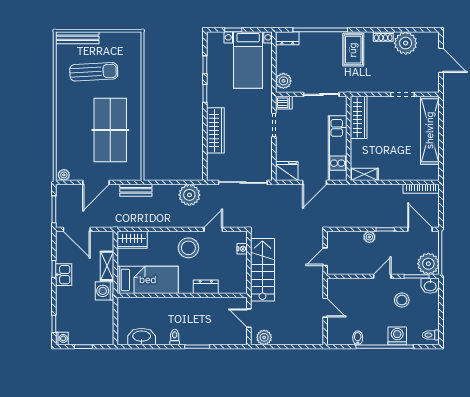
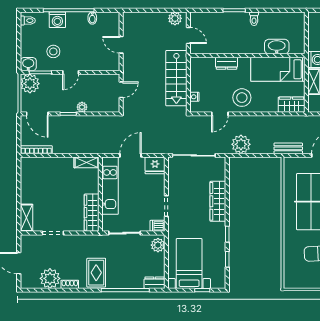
shelving: (430, 130) -> (26, 218), width x0.45, depth x0.75
washbasin: (142, 337) -> (277, 47), moved, turned 180

